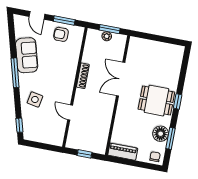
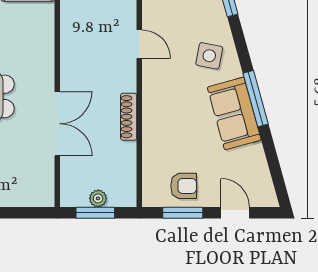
sofa: (27, 55) -> (234, 113), moved

